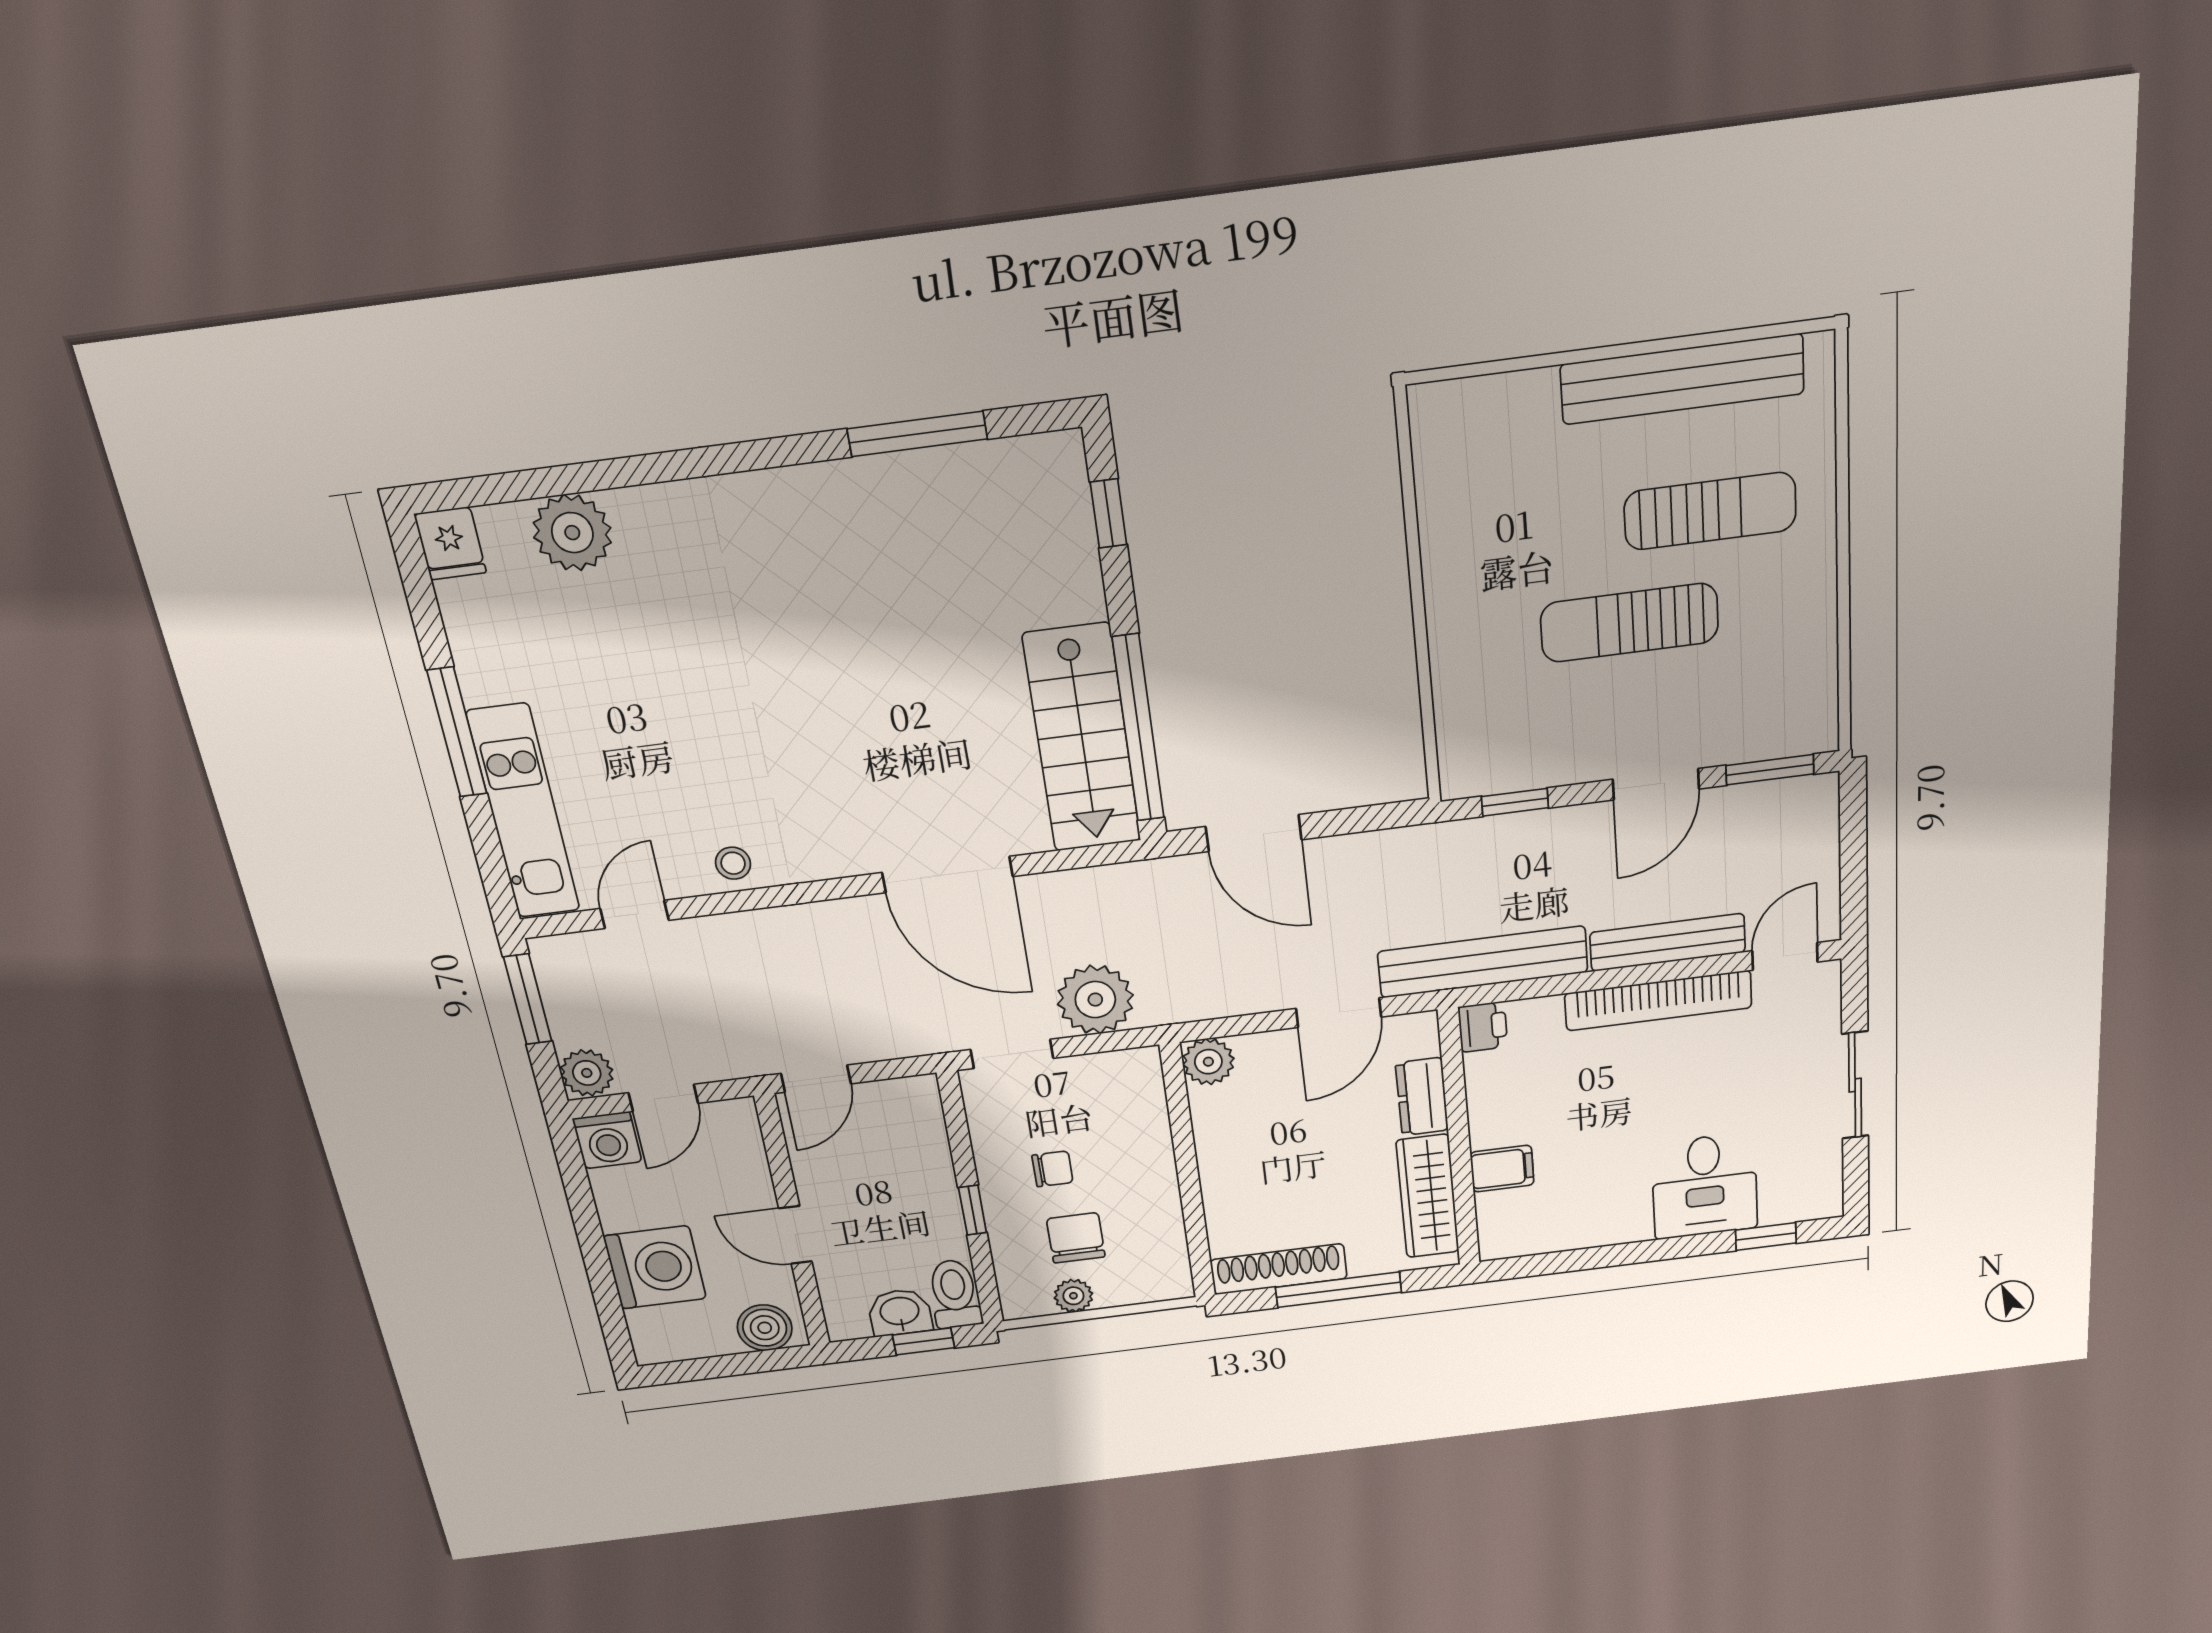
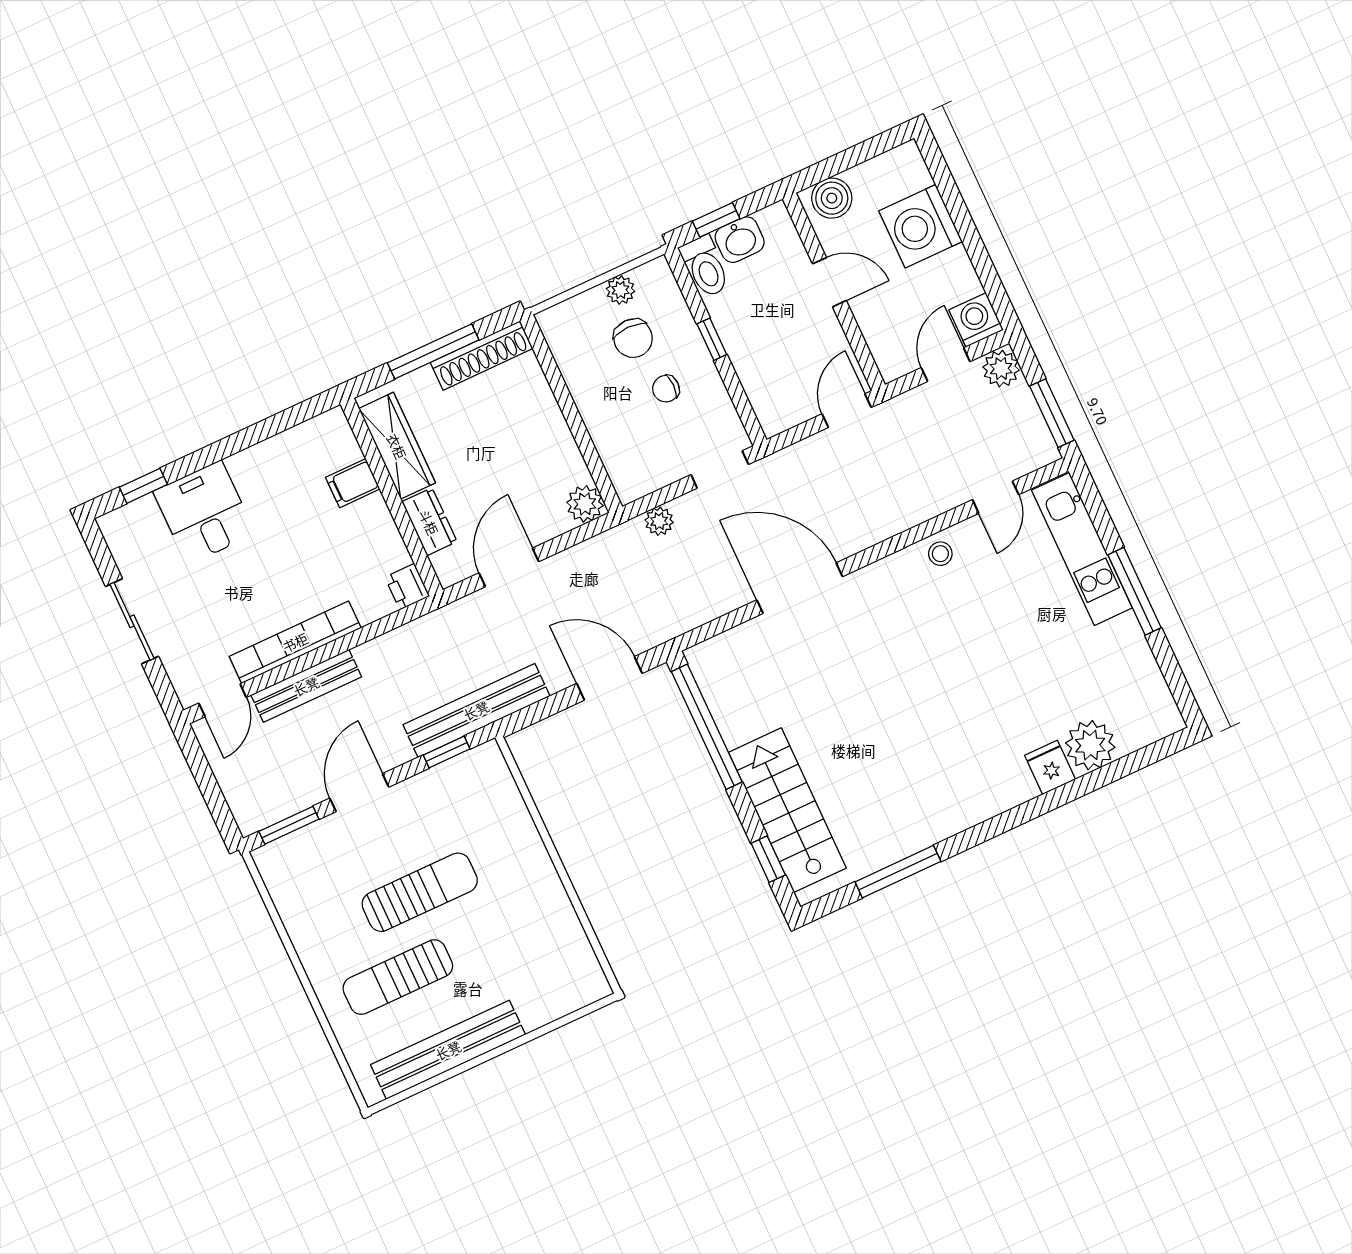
fridge: (450, 543) -> (1050, 767), moved
stairs: (1082, 739) -> (787, 810), moved
bench: (1483, 962) -> (476, 710), moved
plant: (1095, 1000) -> (659, 521), width x0.53, depth x0.53

